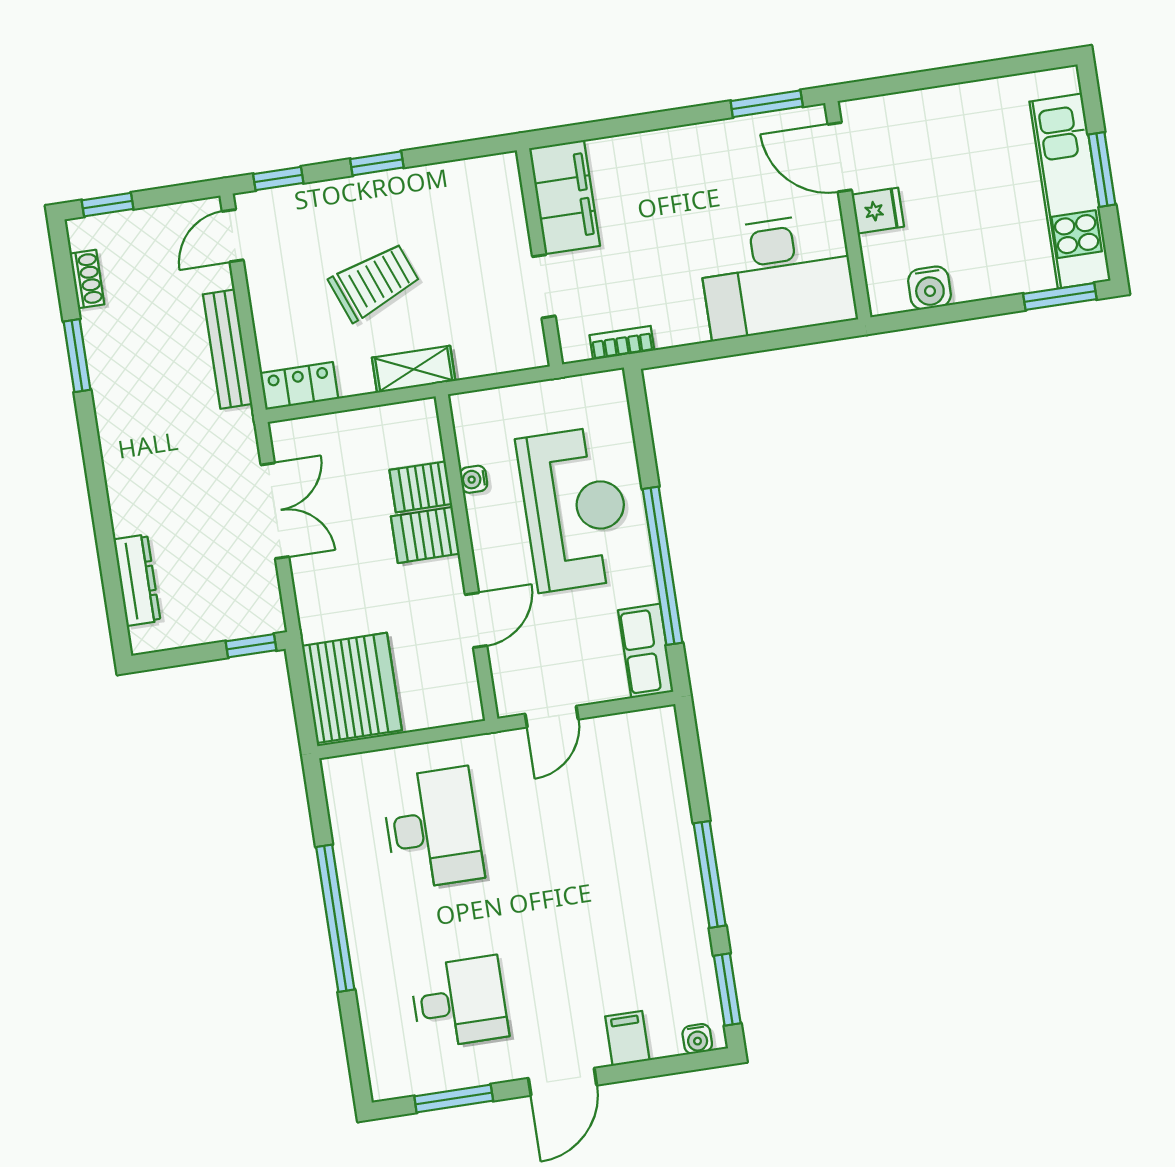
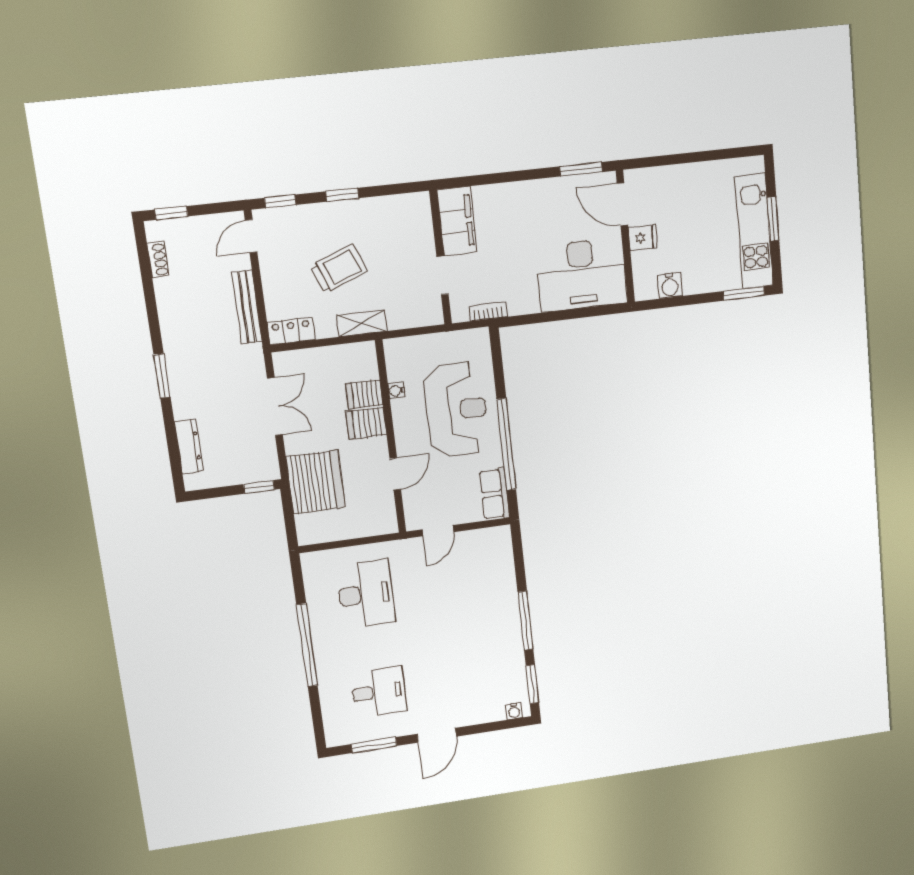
window: (77, 356) -> (162, 376), moved
server rack: (352, 688) -> (316, 482), moved
filing cabinet: (627, 1038) -> (475, 711), removed

